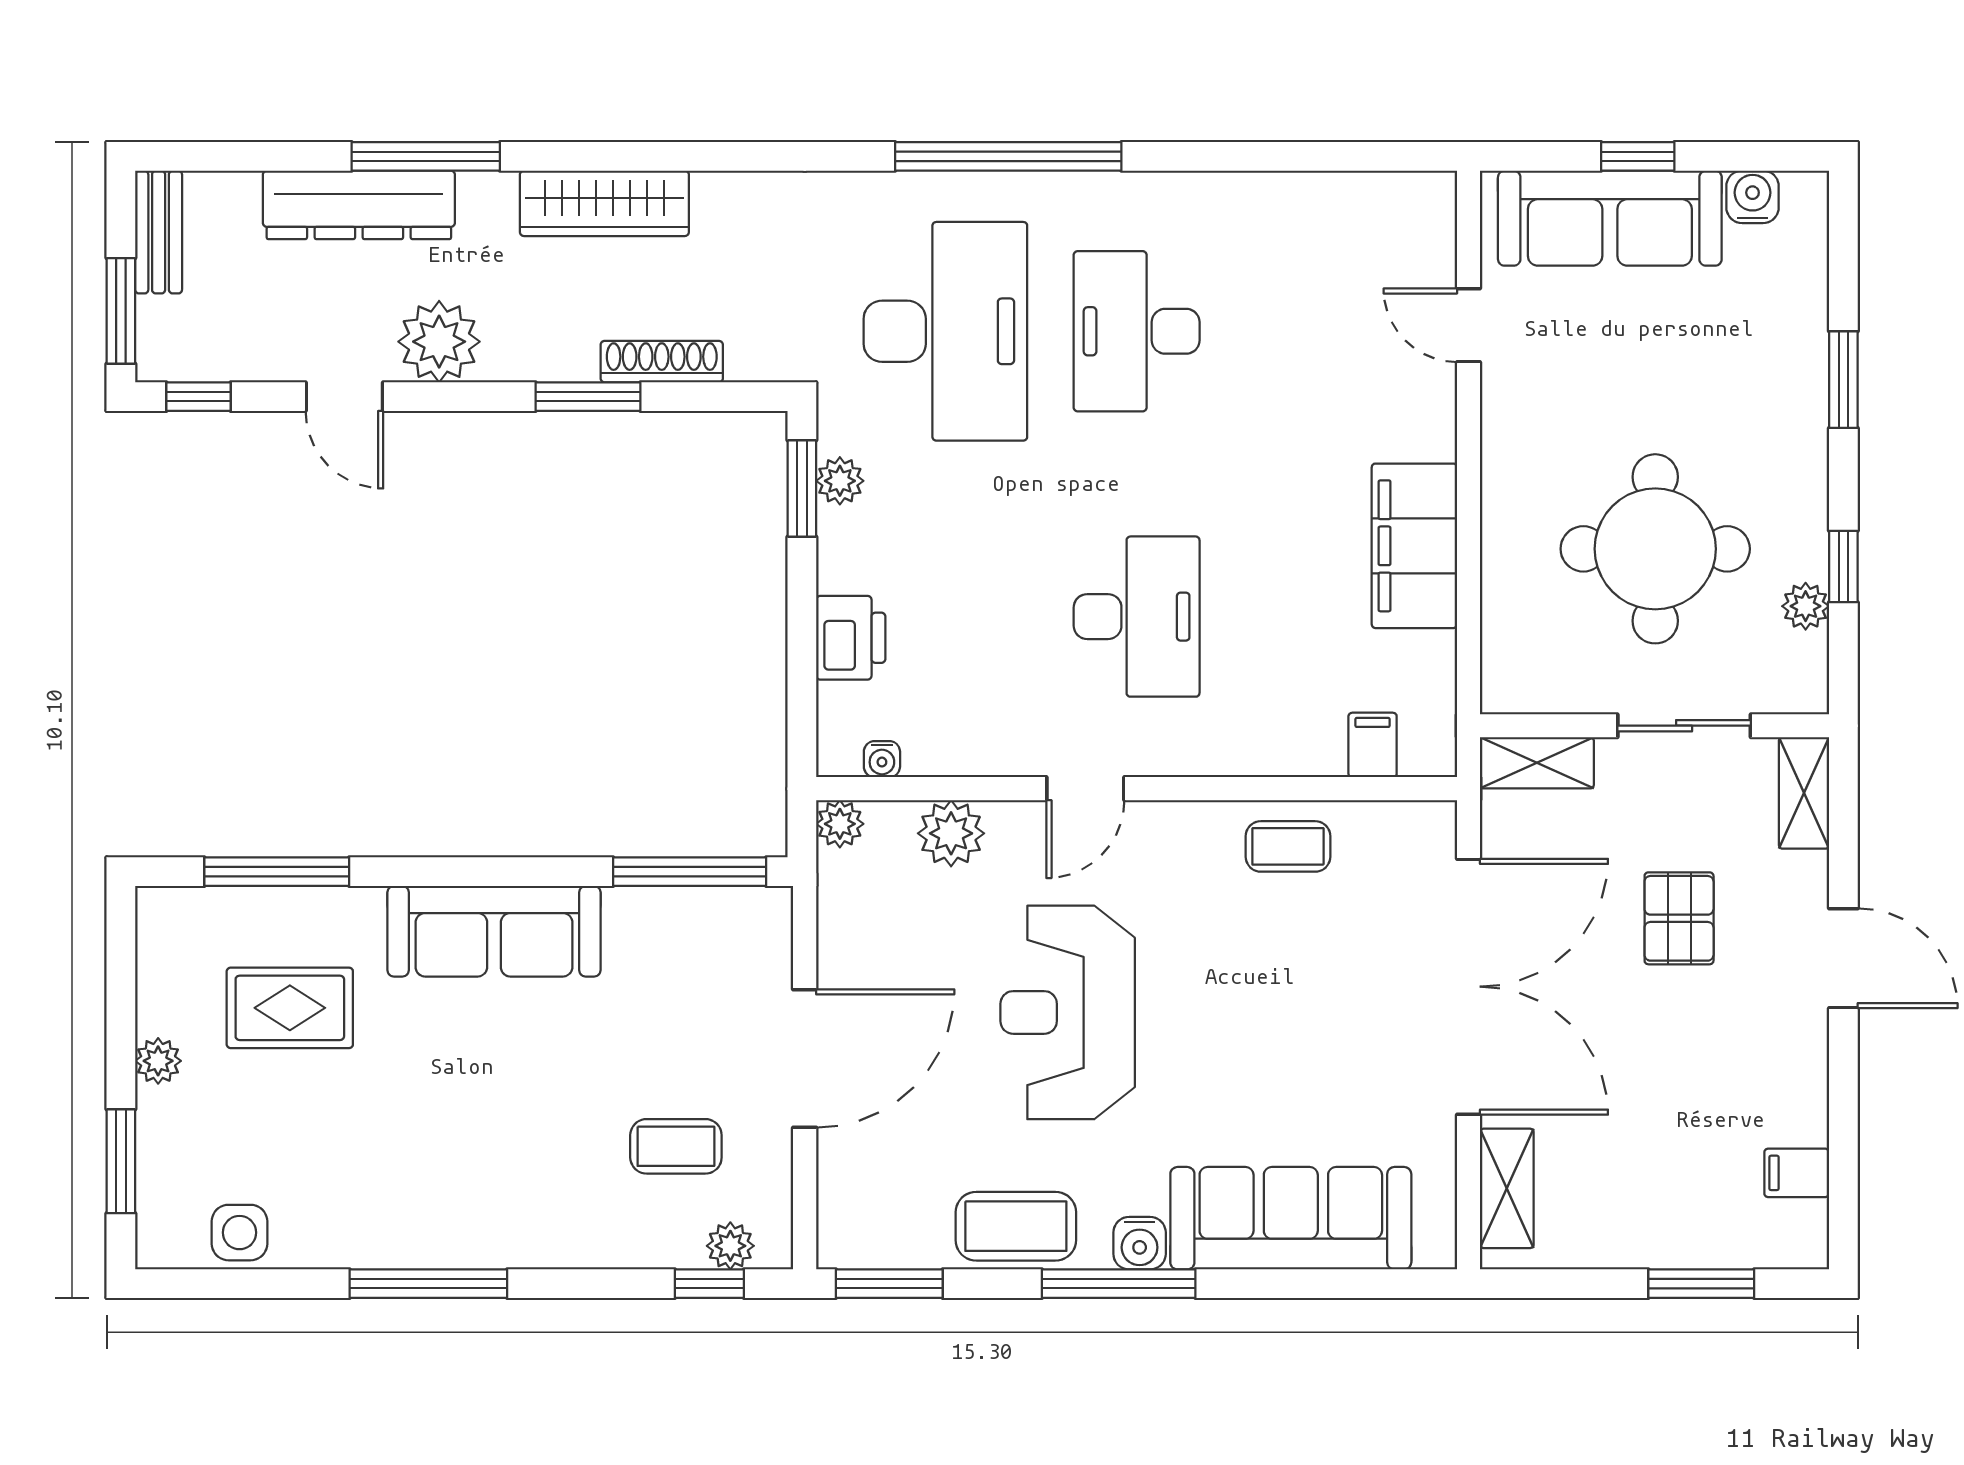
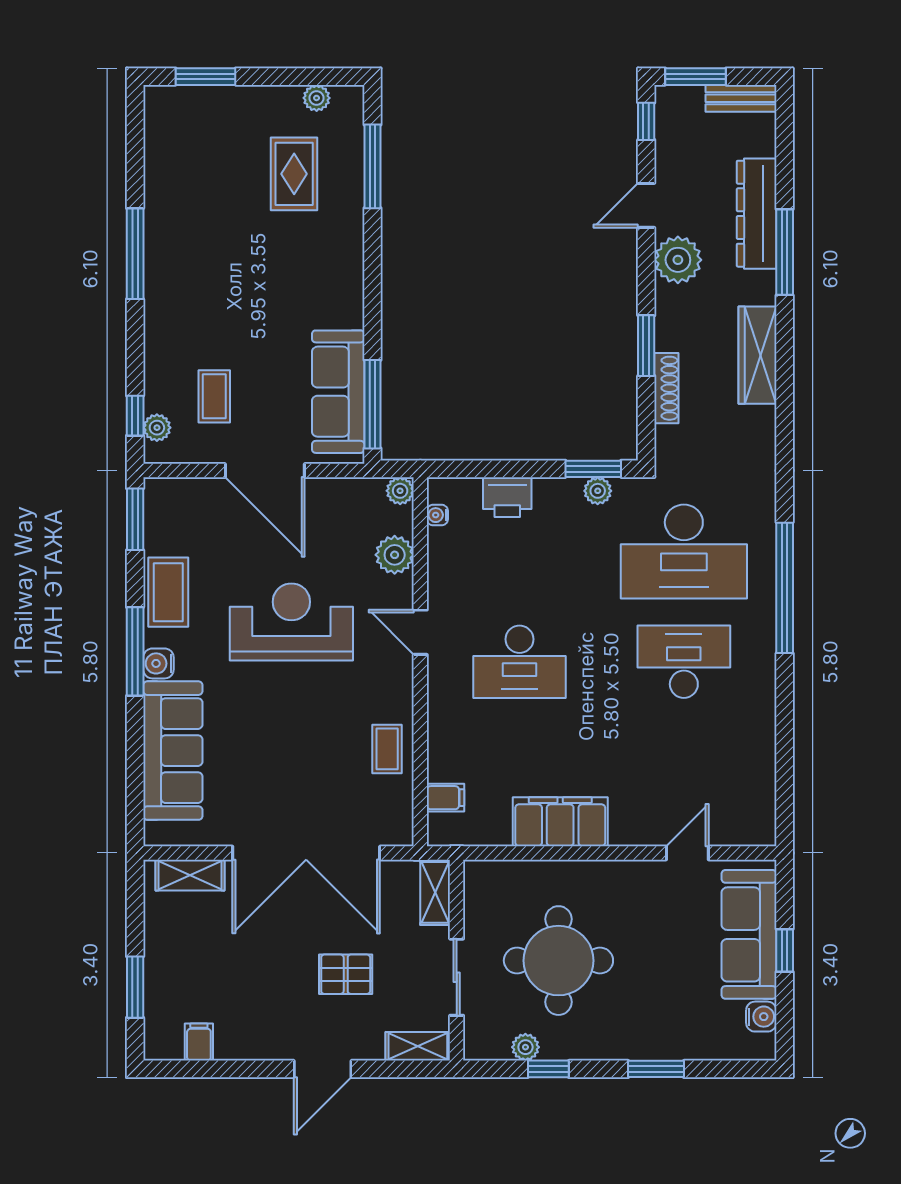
sofa: (494, 931) -> (338, 392), moved
plant: (158, 1061) -> (317, 98), moved
side table: (240, 1233) -> (165, 145), removed

